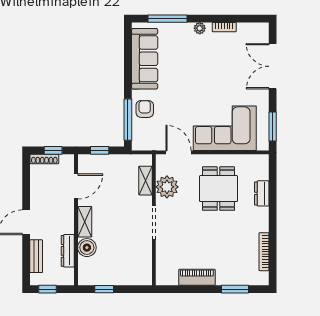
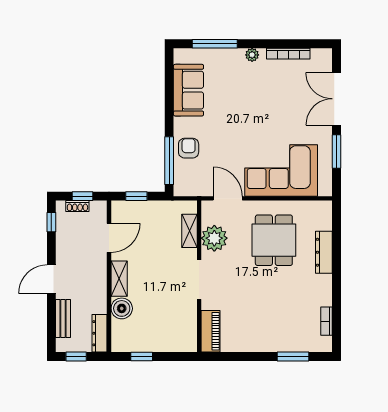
bookcase: (224, 27) -> (288, 54), width x1.56
sofa: (145, 59) -> (188, 90), width x0.73
window: (273, 126) -> (336, 151), moved
shoe rack: (44, 159) -> (77, 206), width x0.70
window: (26, 173) -> (51, 222), added
dresser: (262, 193) -> (324, 252), width x1.44
dresser: (68, 251) -> (100, 333), moved
bookcase: (264, 252) -> (326, 321), width x0.64
piano: (197, 277) -> (211, 331), moved, turned 90

